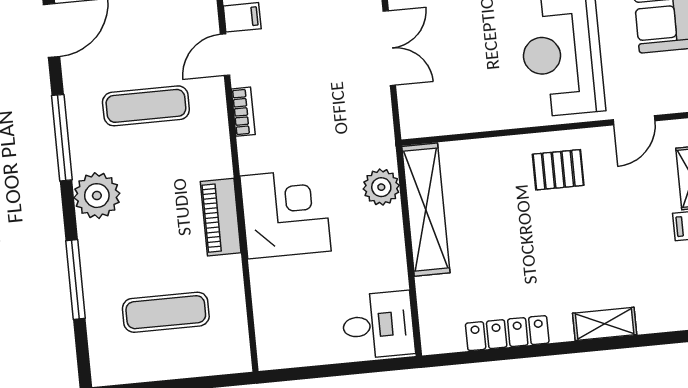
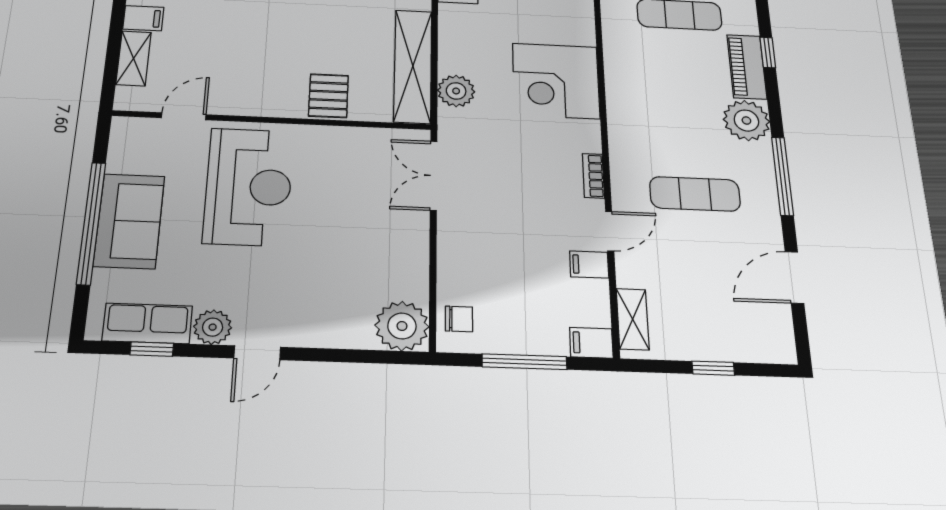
double door: (389, 48) -> (434, 176), moved
pallet: (558, 170) -> (328, 96), moved, turned 90
piano: (221, 217) -> (747, 67), moved, turned 180
window: (76, 280) -> (768, 53), width x0.46

